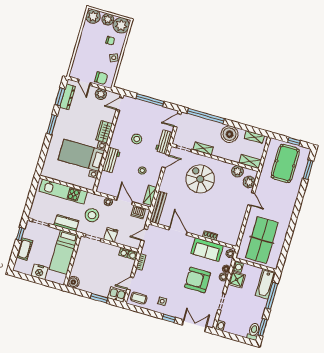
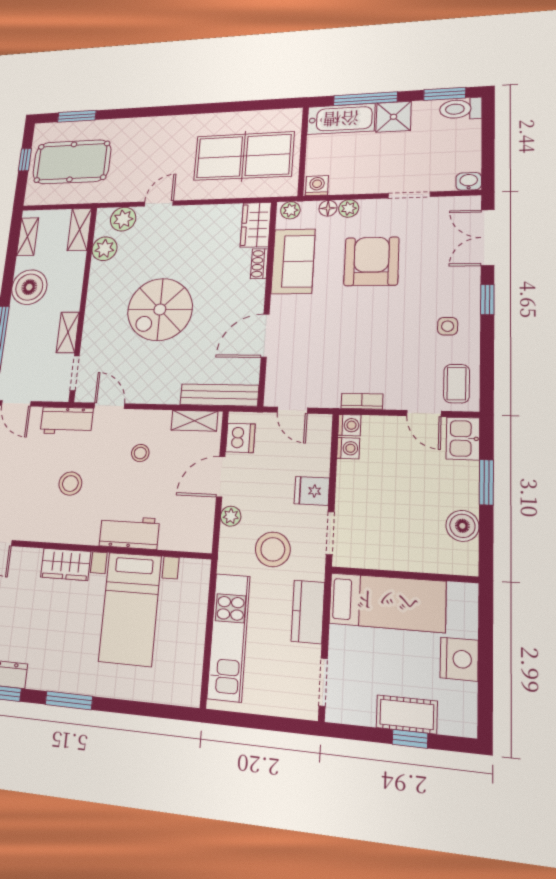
spiral stairs: (200, 179) -> (160, 309), moved
window: (20, 234) -> (410, 739), moved
wardrobe: (228, 238) -> (256, 225), added
armchair: (198, 280) -> (371, 261), turned 180
shower: (237, 280) -> (394, 117), moved
boiler: (73, 282) -> (462, 526), moved

